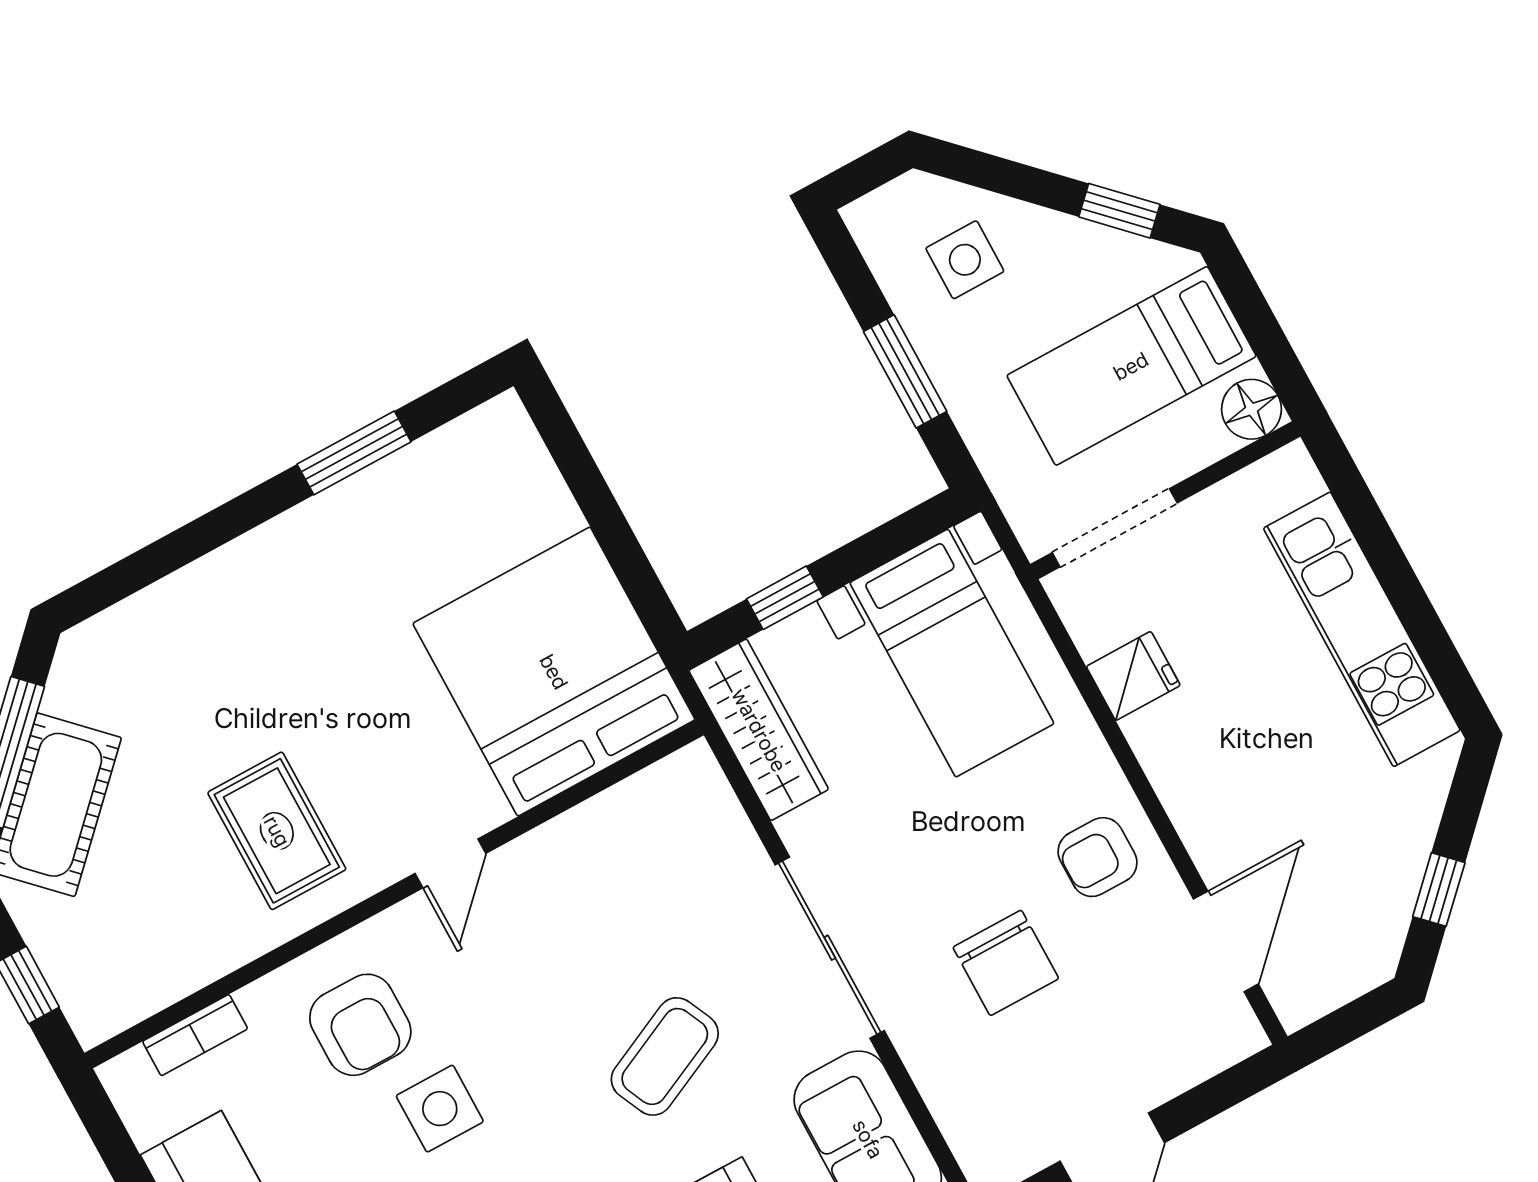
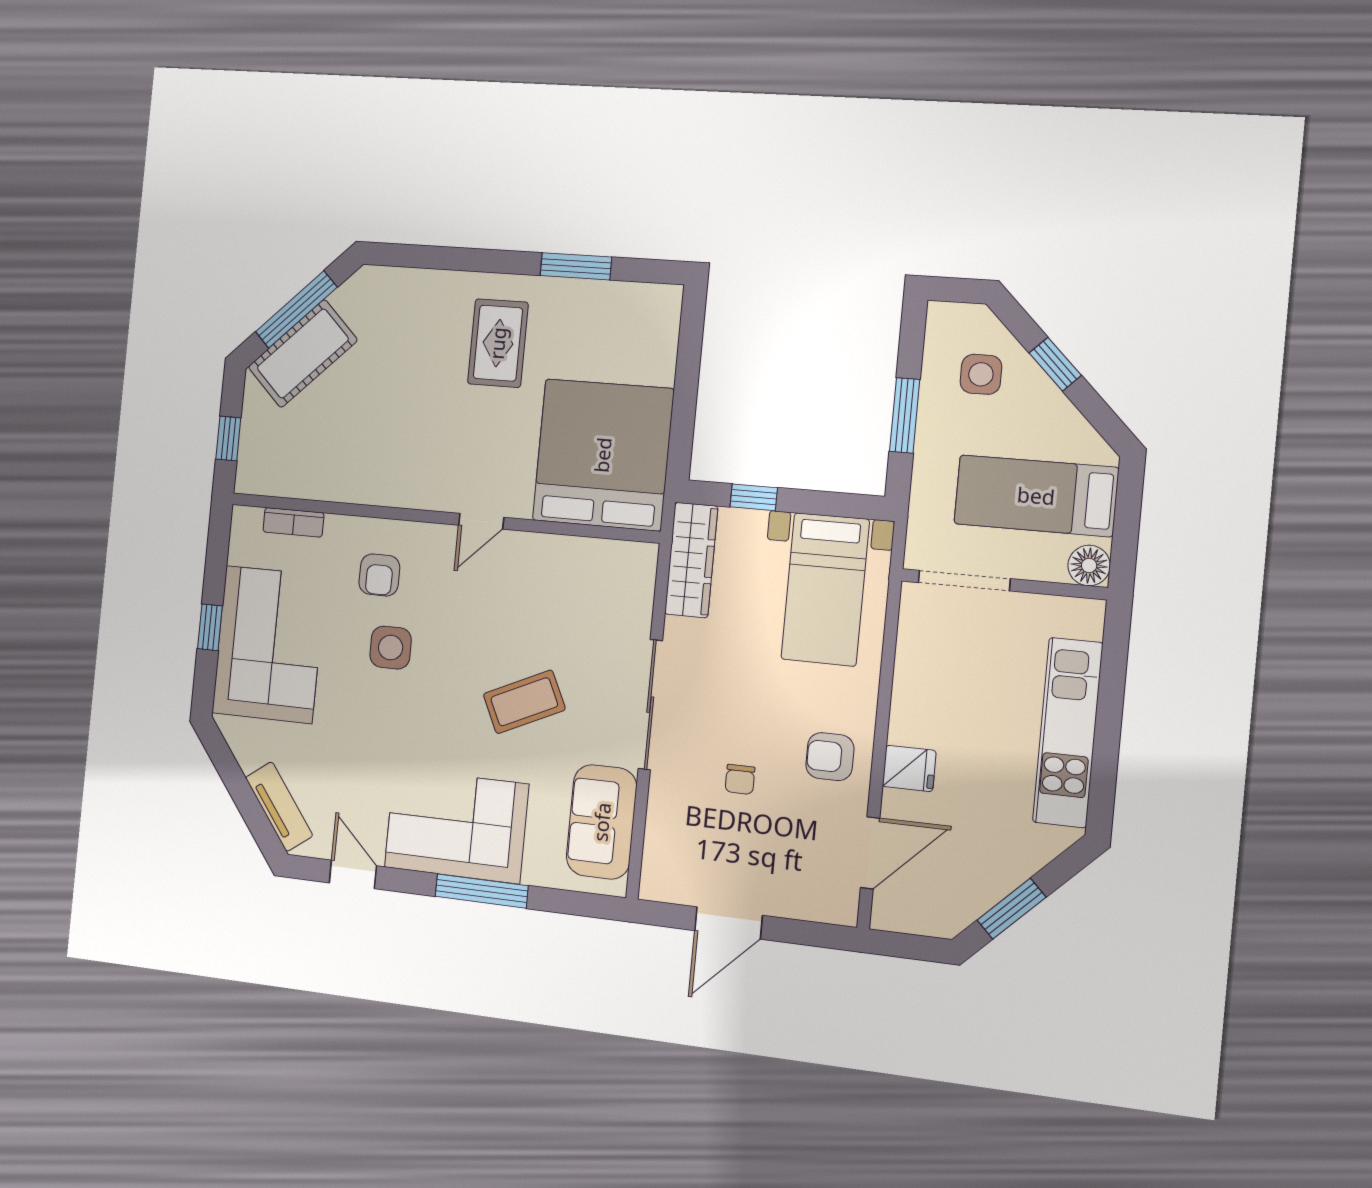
window: (1119, 211) -> (1055, 364), moved
fridge: (1133, 676) -> (909, 768), moved
rug: (277, 831) -> (498, 343), moved
window: (1439, 890) -> (1011, 909), width x1.50
chair: (1006, 963) -> (740, 779), width x0.54, depth x0.54
armchair: (360, 1025) -> (379, 575), width x0.72, depth x0.72

